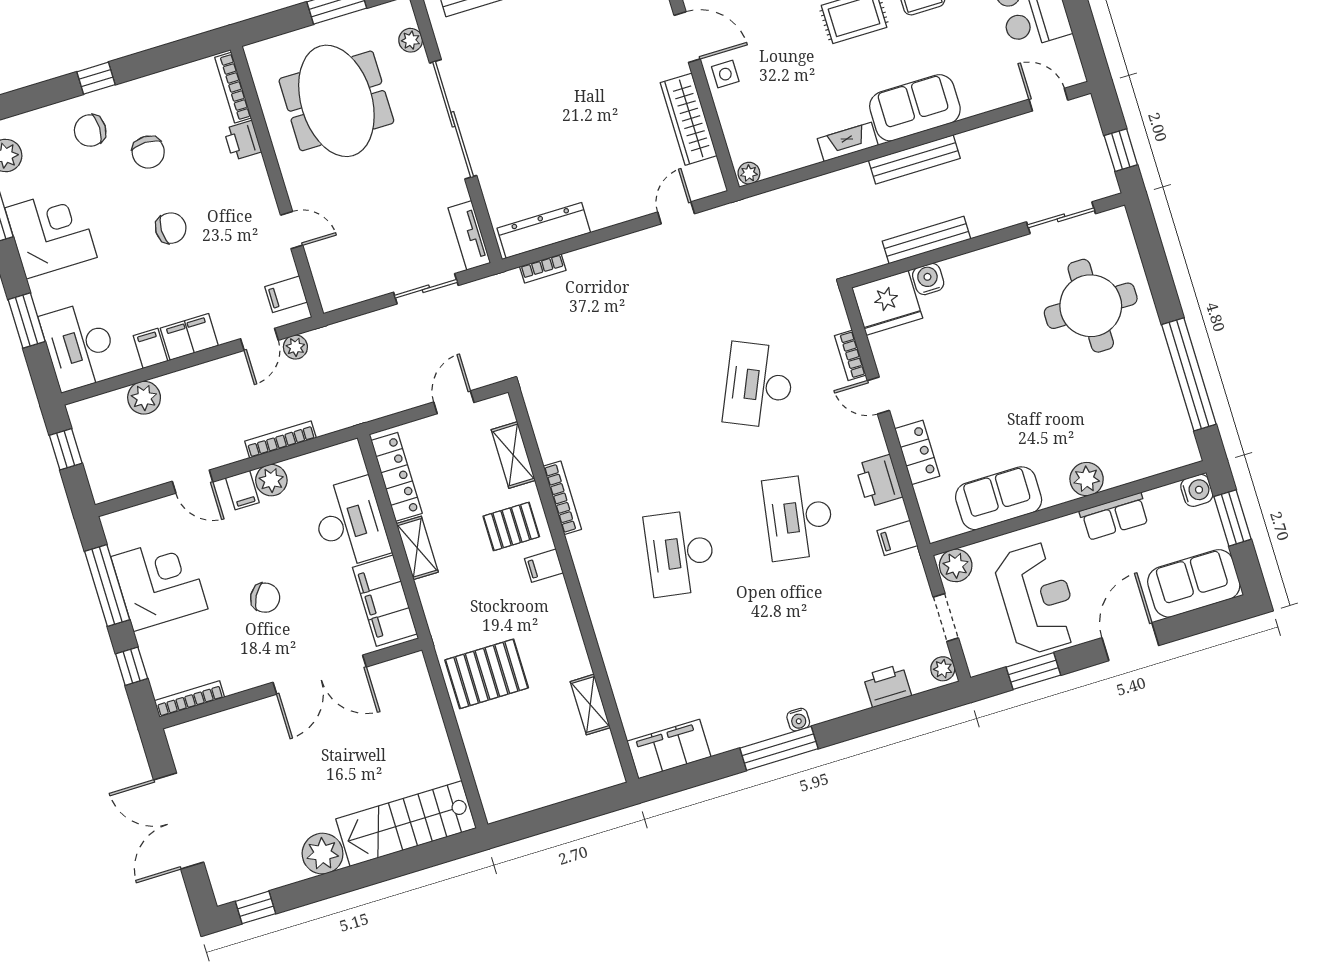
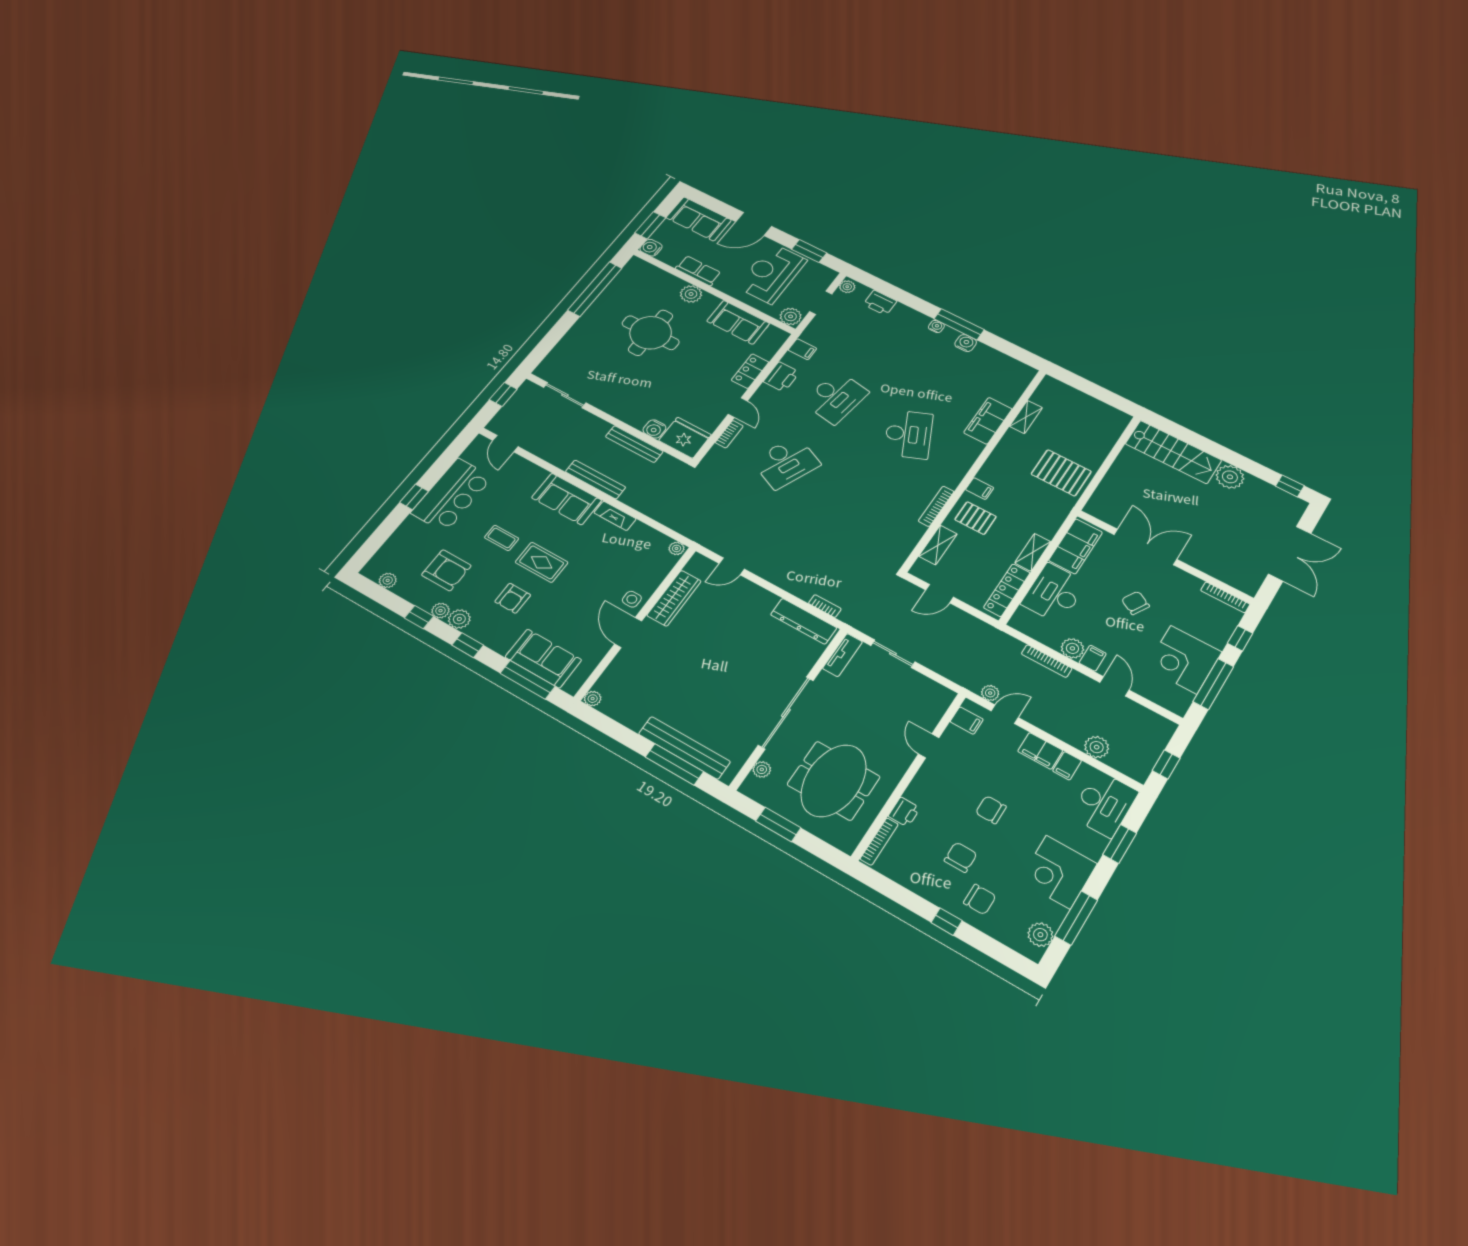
round table: (1091, 306) -> (651, 333), moved
desk: (680, 553) -> (908, 434), turned -33
water cooler: (747, 731) -> (966, 343), added
filing cabinet: (669, 749) -> (988, 421), moved, turned 90

